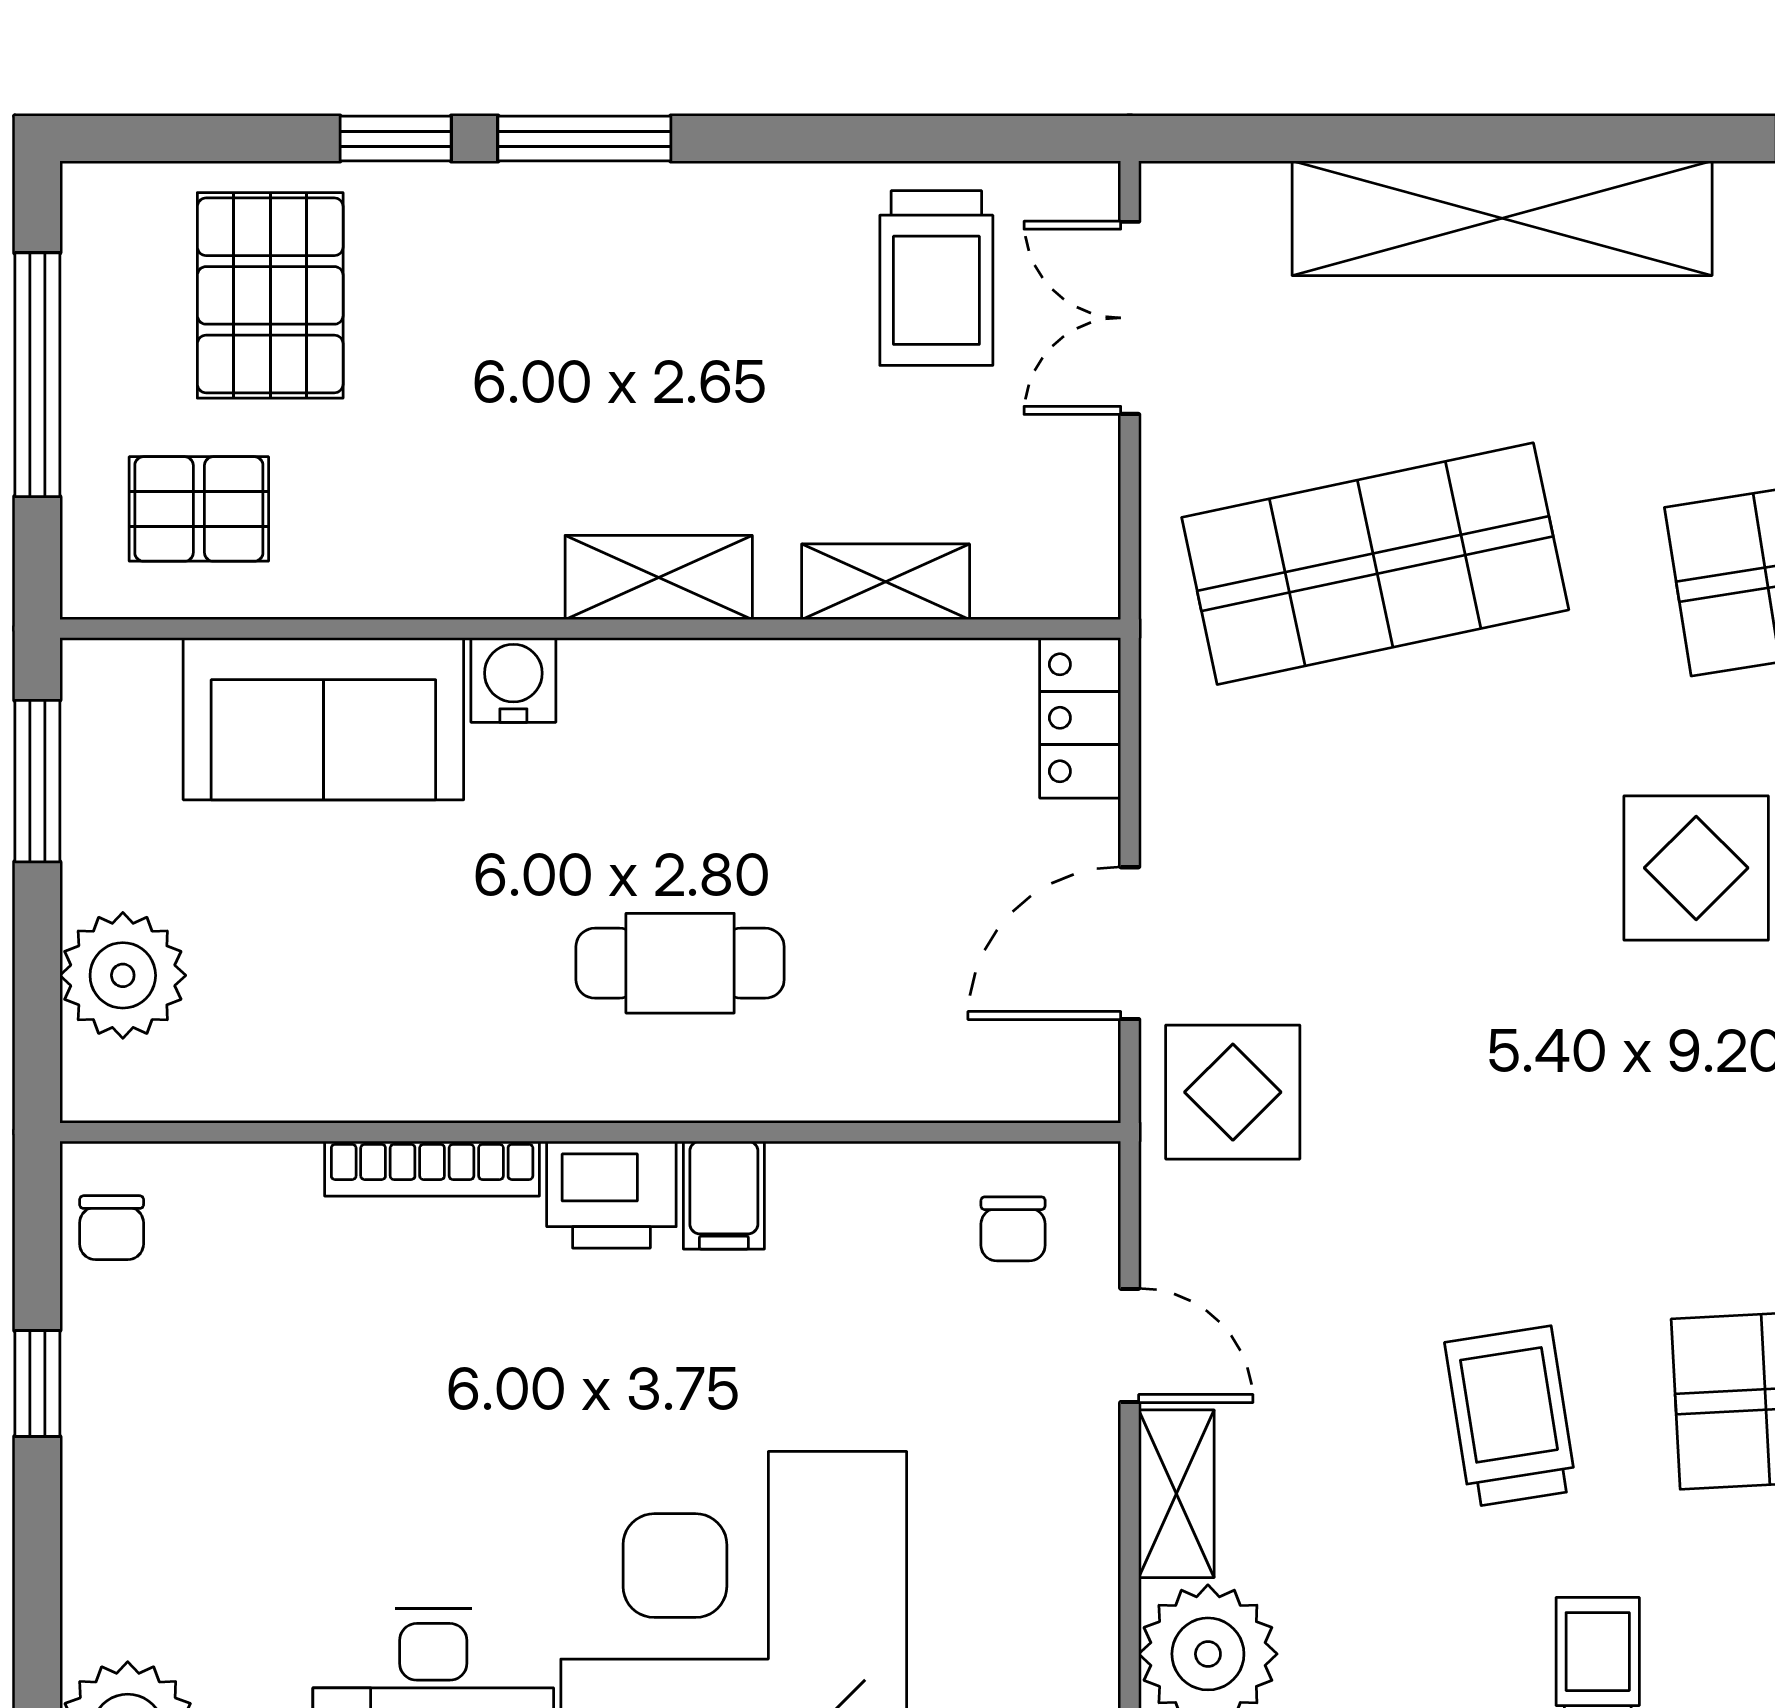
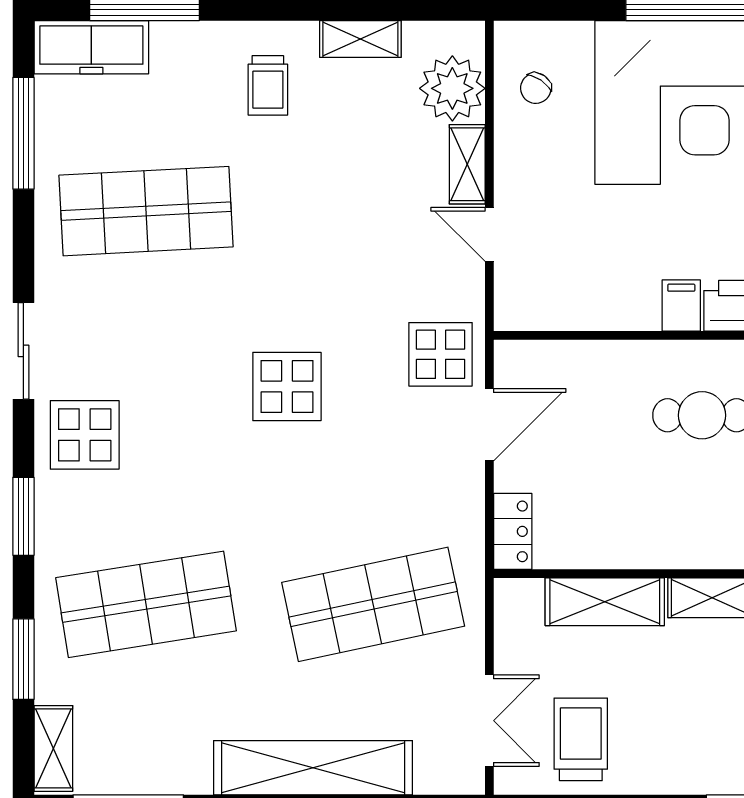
shelving: (886, 582) -> (605, 602), width x1.50, depth x1.33
display table: (1696, 868) -> (287, 386), moved
chair: (1013, 1229) -> (536, 88), moved, turned -146
trolley: (1511, 1416) -> (309, 201), removed

